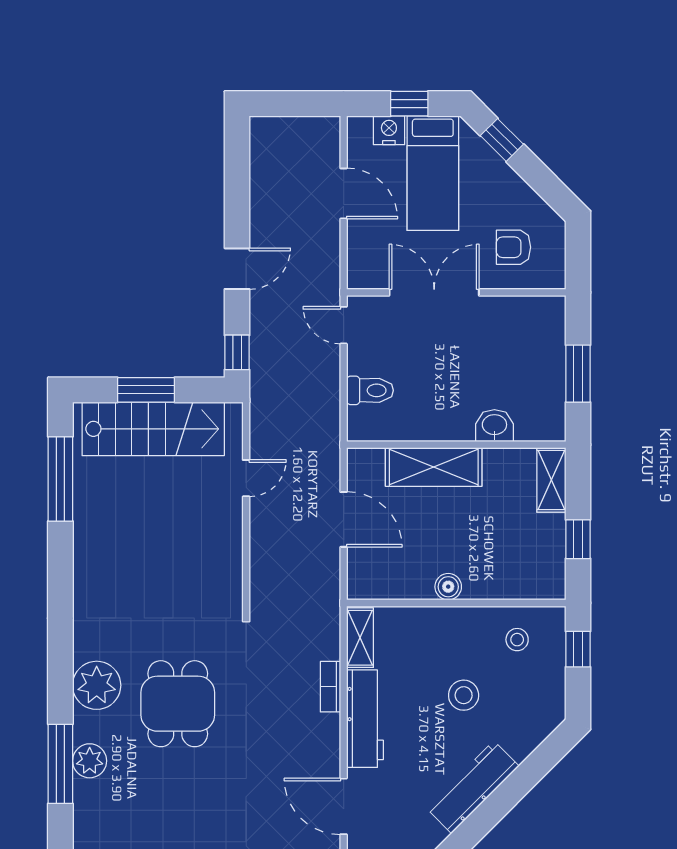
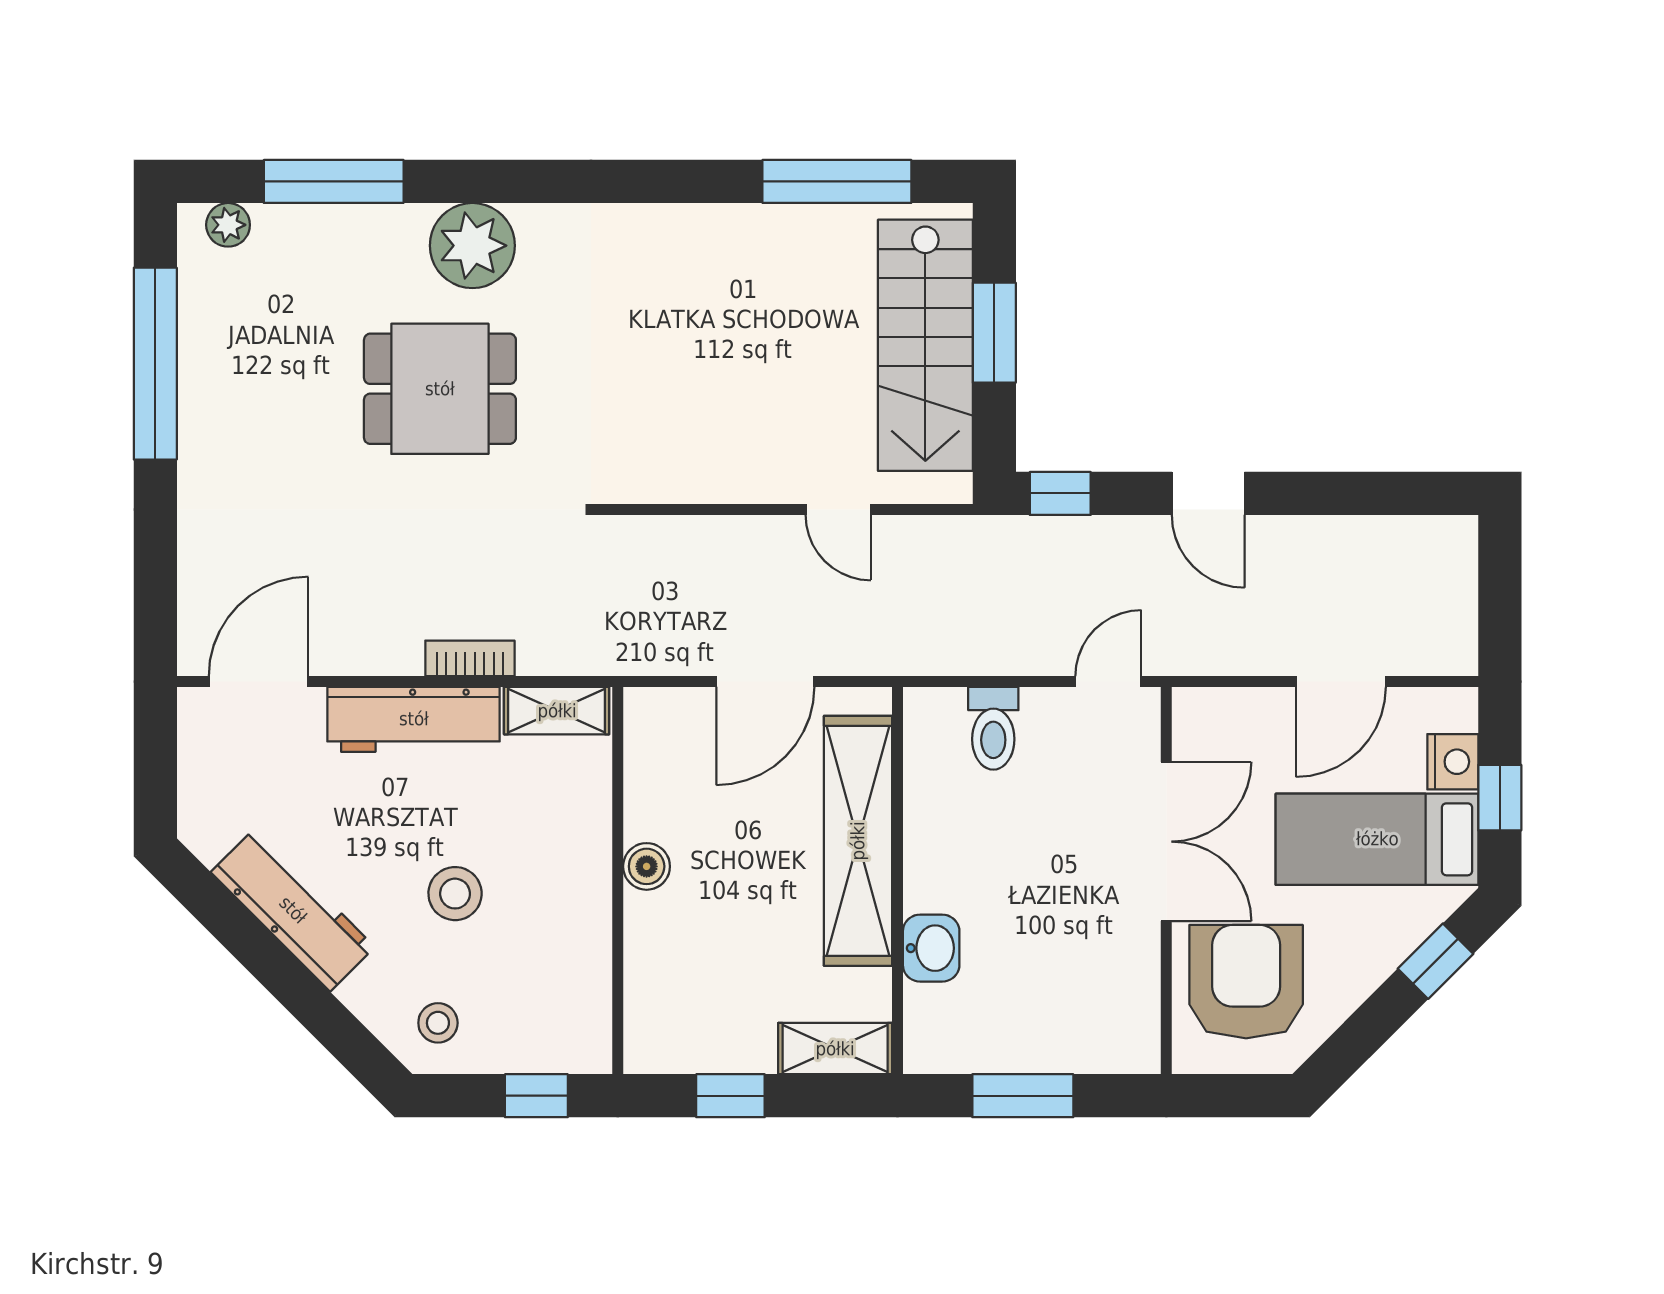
armchair: (513, 247) -> (1246, 982), width x1.88, depth x1.88
shelving: (434, 467) -> (858, 841), width x1.47
stool: (517, 640) -> (438, 1023), moved
plant: (90, 761) -> (228, 225), moved, width x0.73, depth x0.73

